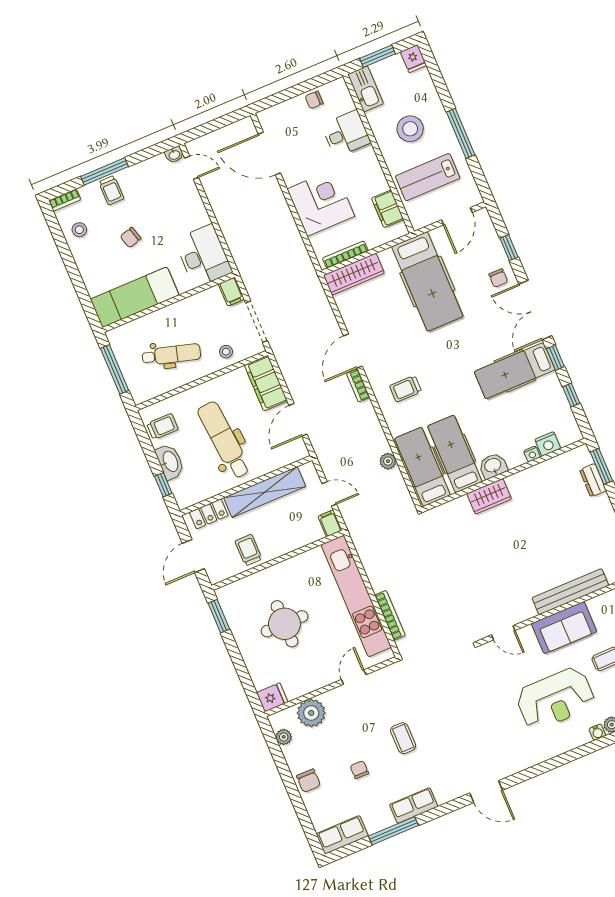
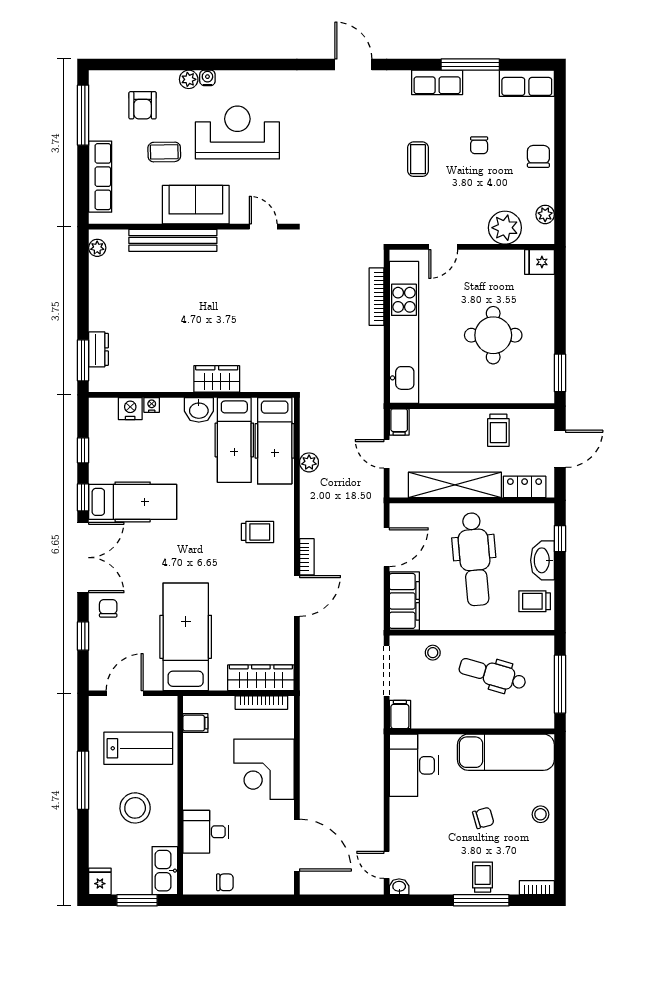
filing cabinet: (388, 209) -> (195, 723), width x0.50
stool: (79, 230) -> (541, 814), moved

